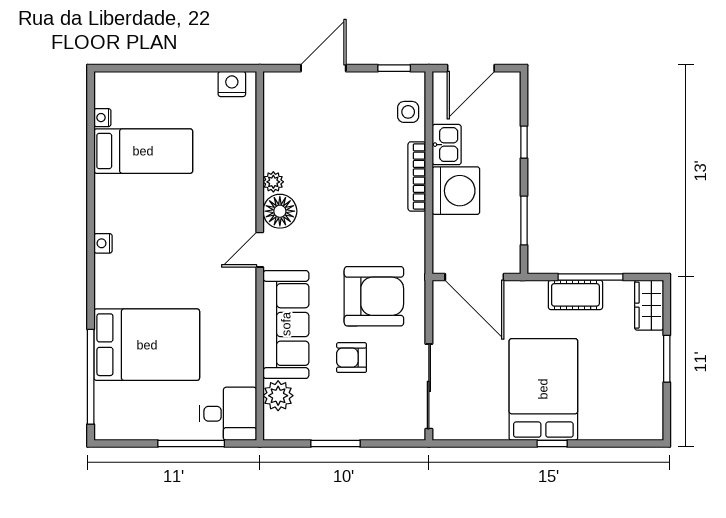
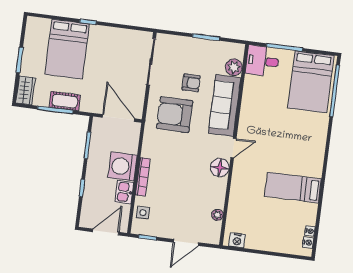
bed: (143, 151) -> (293, 188), moved
plant: (273, 182) -> (217, 215), moved
nightstand: (103, 243) -> (308, 242), moved
bed: (147, 345) -> (311, 82), moved, turned -90
bed: (543, 389) -> (67, 49), moved

